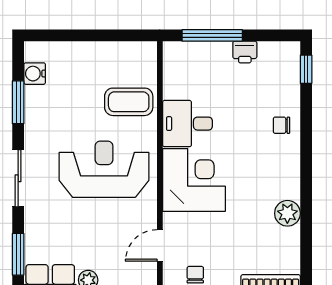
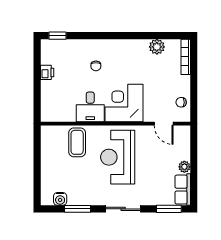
window: (212, 35) -> (37, 92), removed
chair: (282, 125) -> (96, 66), moved
plant: (287, 213) -> (157, 47), moved

